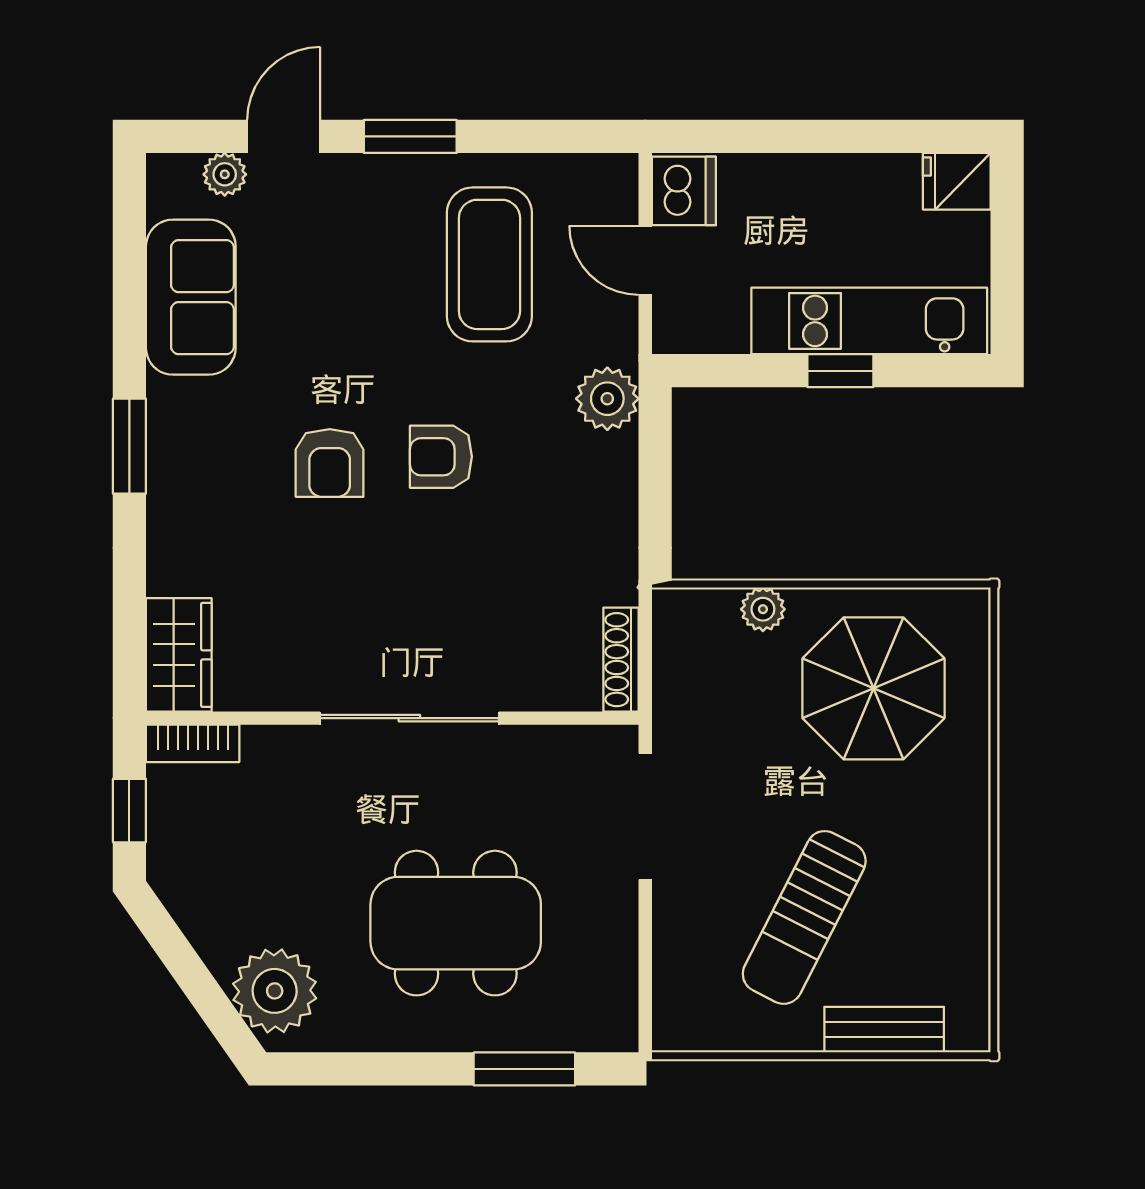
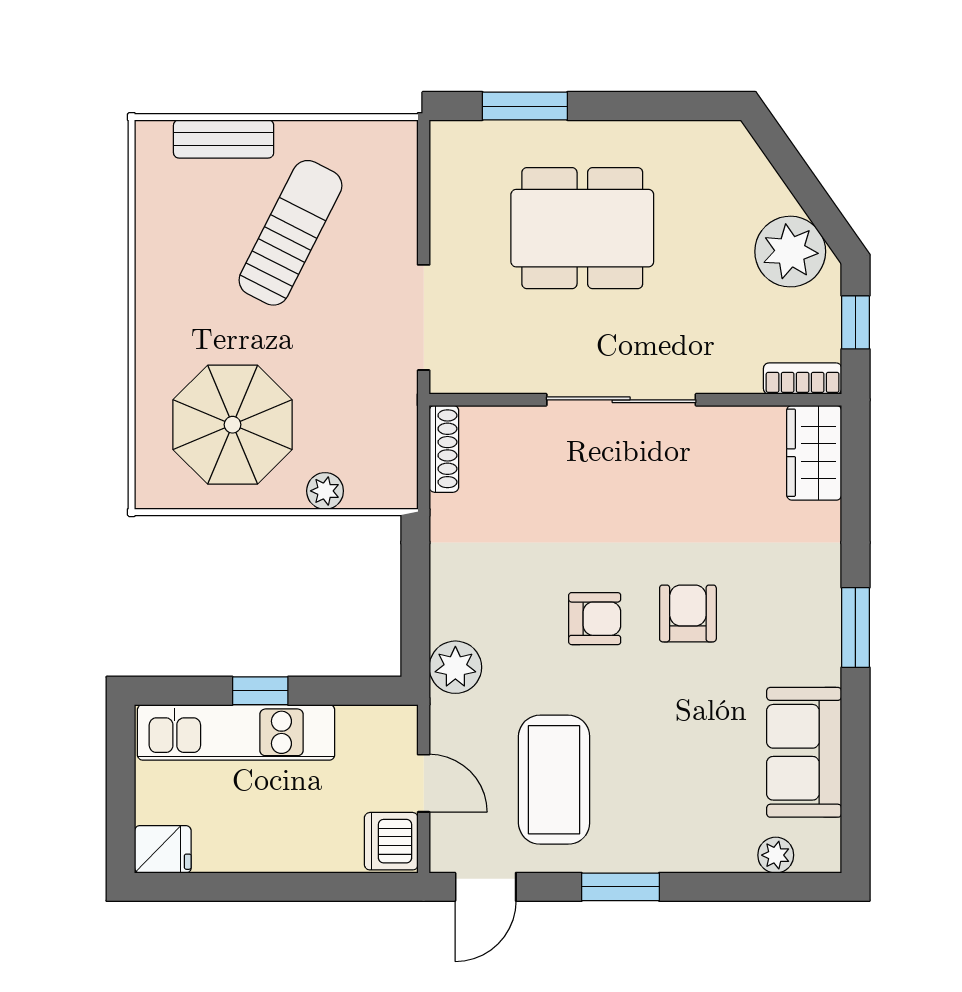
door: (284, 136) -> (486, 887), moved
plant: (275, 991) -> (790, 252), moved

